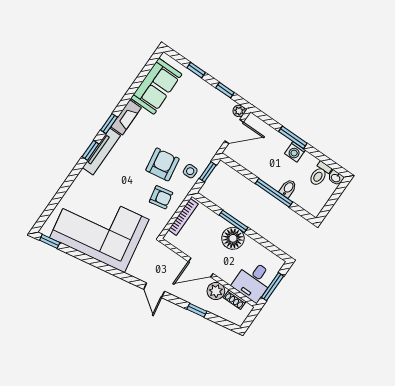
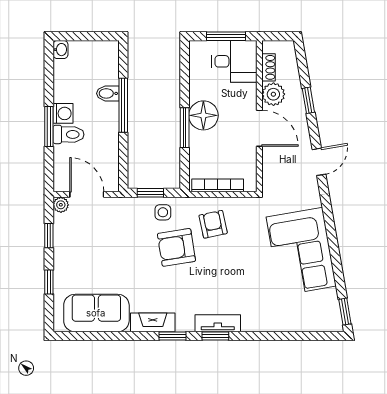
tv unit: (101, 152) -> (218, 323), width x0.71
toilet: (320, 174) -> (68, 134), moved
corner sofa: (99, 229) -> (301, 252), width x0.73, depth x0.74

